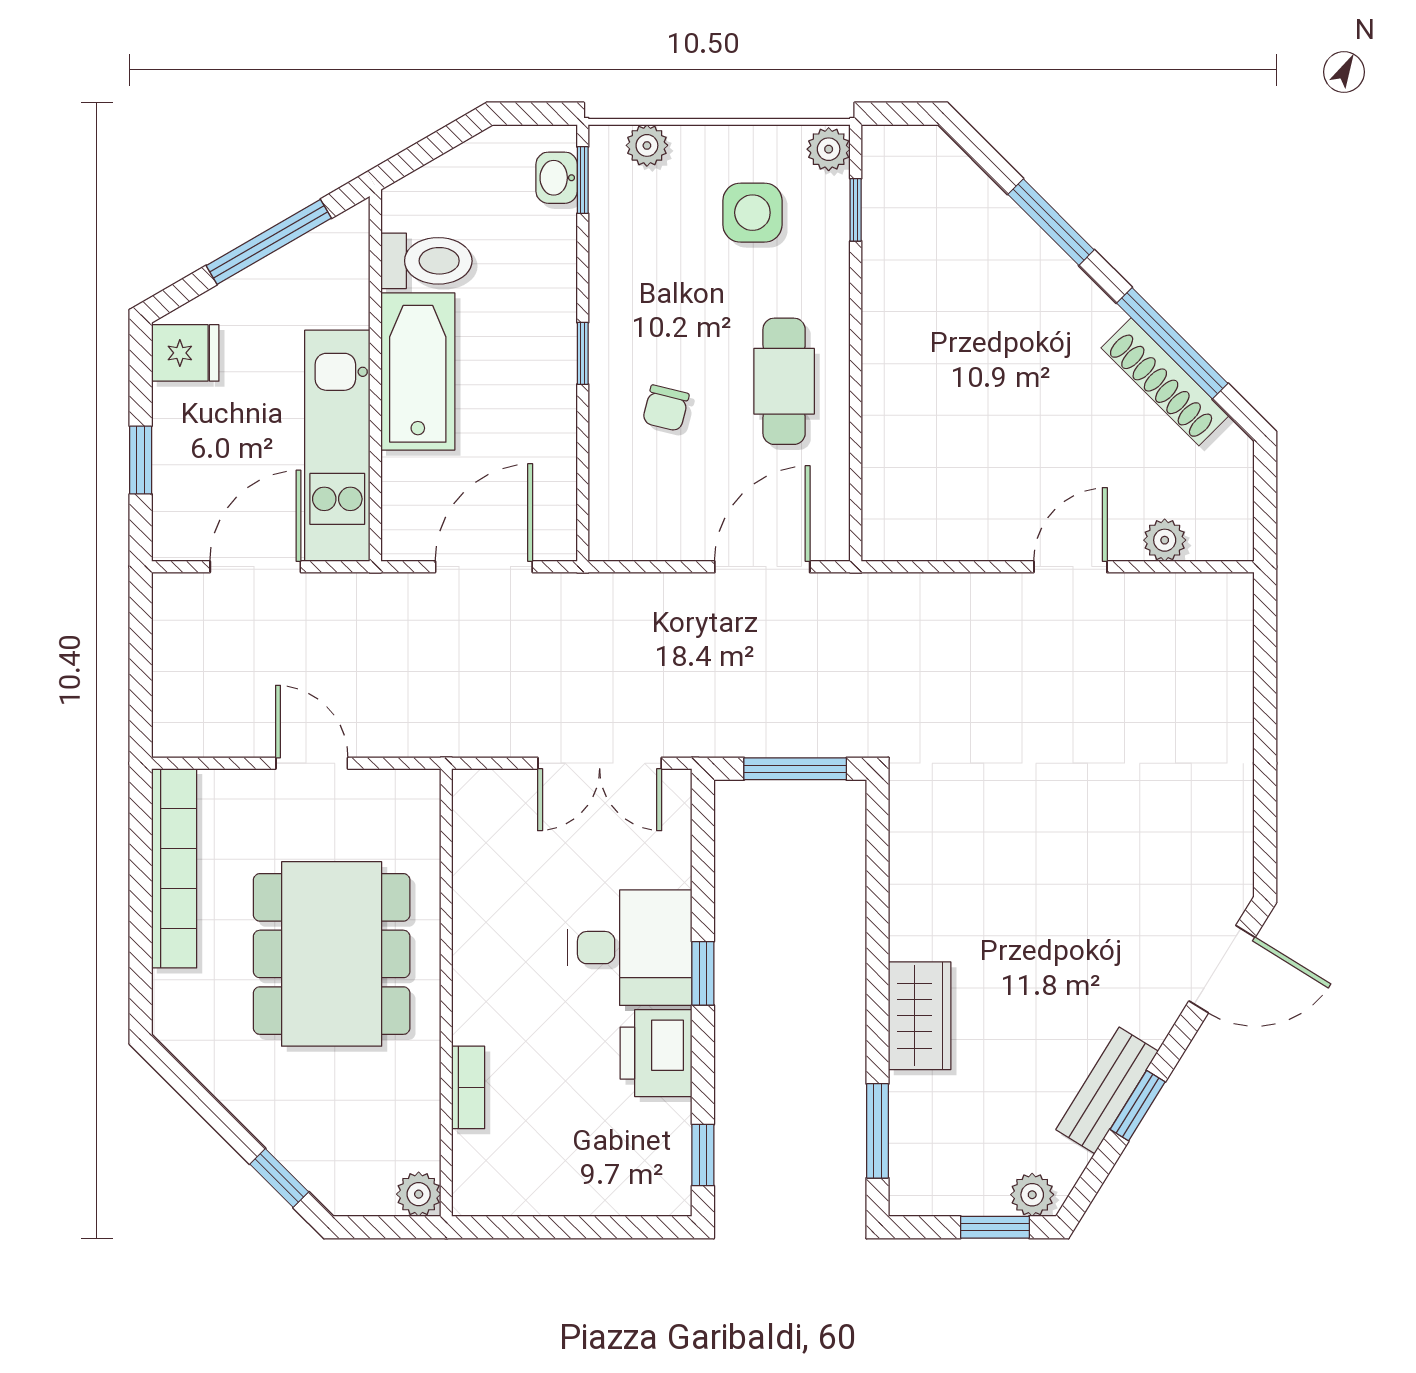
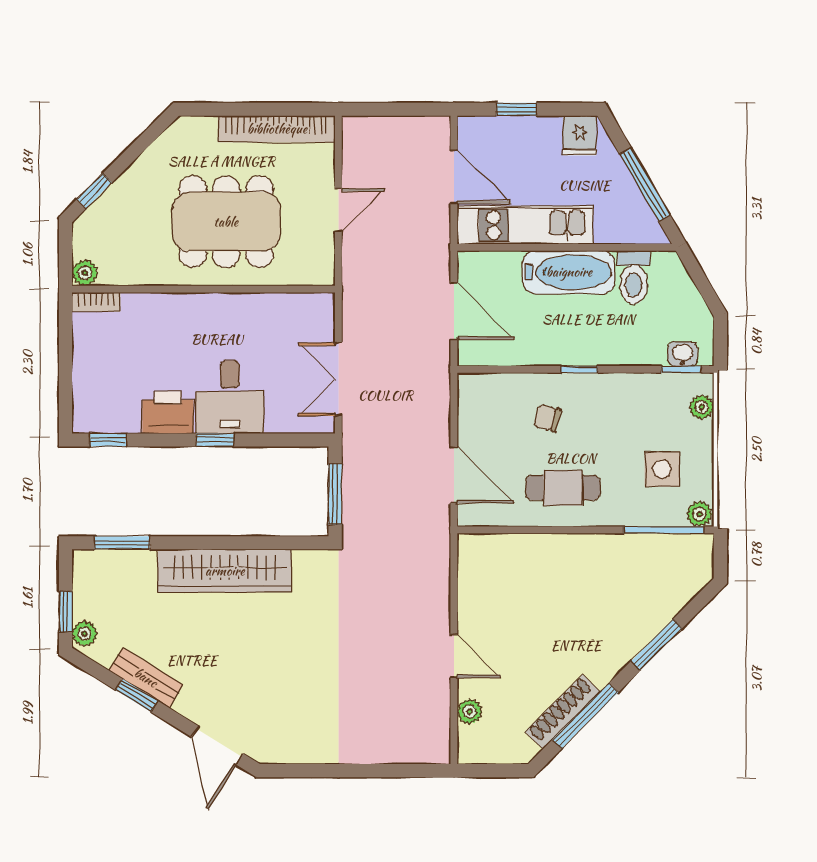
window: (856, 210) -> (664, 530), width x2.17
wardrobe: (920, 1016) -> (225, 571), width x2.10, depth x1.17
bookcase: (468, 1087) -> (96, 302), moved

